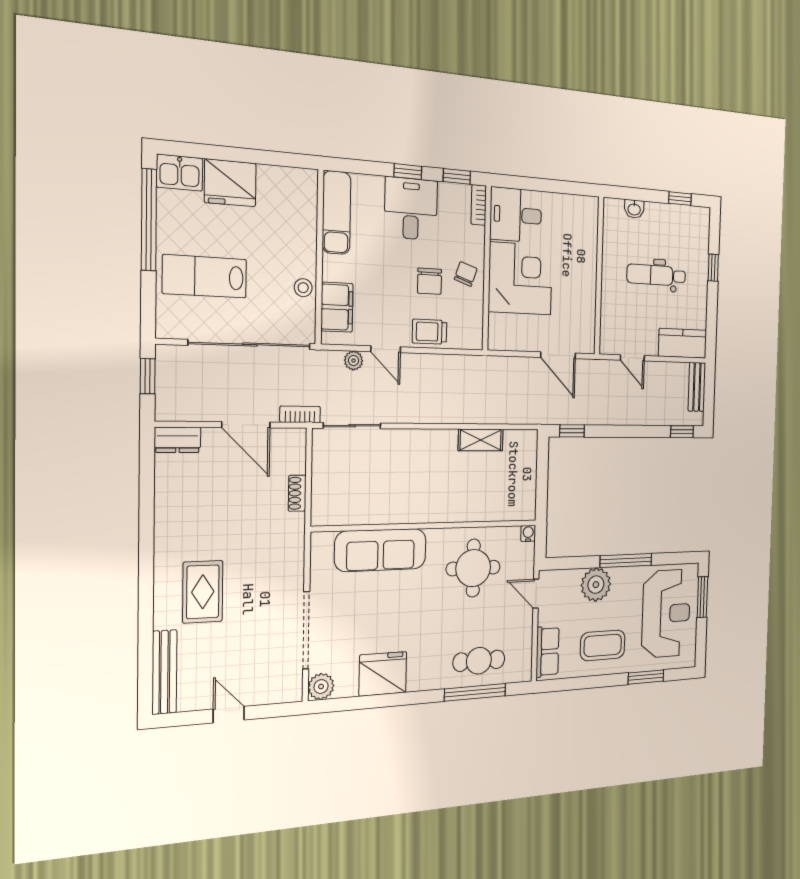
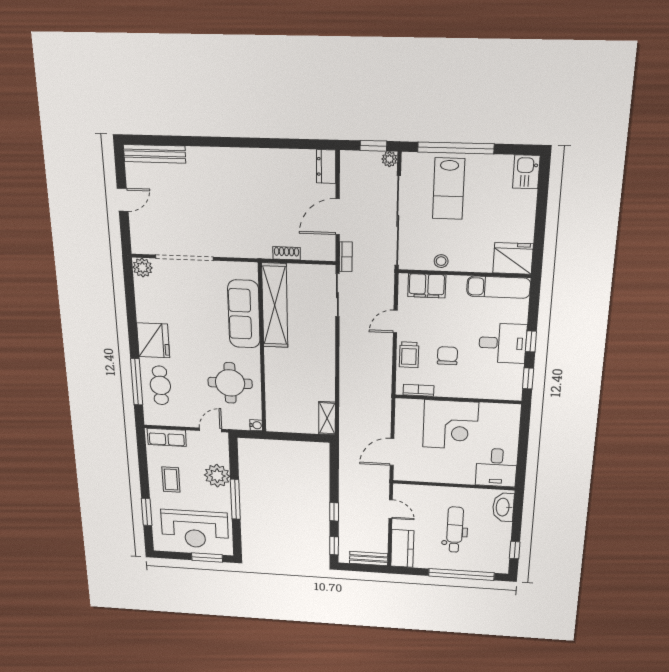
fridge: (230, 183) -> (513, 258), moved, turned 90
bookcase: (479, 205) -> (418, 390), moved
washbasin: (634, 209) -> (503, 507), width x1.91, depth x1.45
desk: (516, 215) -> (496, 468), moved, turned 180
window: (149, 220) -> (456, 148), moved
window: (713, 268) -> (461, 574), width x3.17
chair: (466, 274) -> (453, 383), removed
lab bench: (205, 276) -> (449, 189), turned 180
chair: (430, 281) -> (447, 356), turned 90
trolley: (430, 332) -> (409, 355), turned 180
door: (632, 358) -> (391, 509), swing flipped
plant: (354, 361) -> (389, 159), moved
window: (572, 431) -> (334, 512), moved
shelving: (481, 440) -> (327, 418), moved
shelving: (368, 509) -> (275, 305), added
rug: (203, 592) -> (213, 183), removed
coffee table: (603, 645) -> (171, 480), width x0.73, depth x0.77
fridge: (383, 674) -> (153, 340), moved

